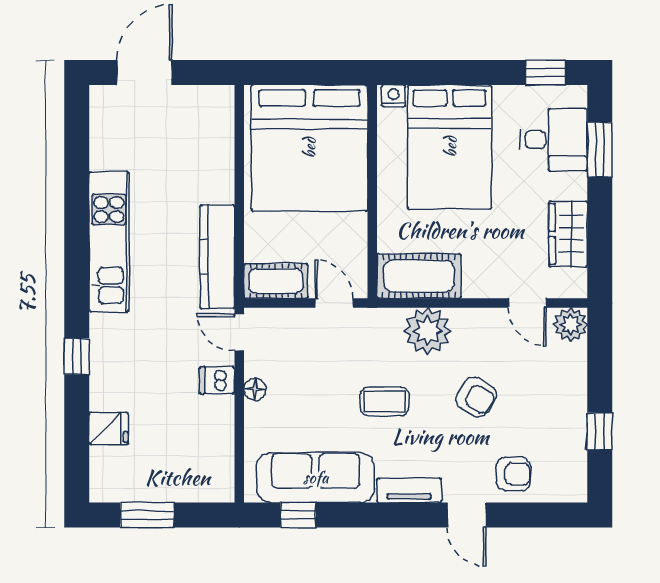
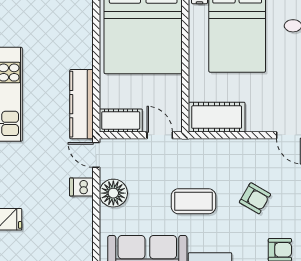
plant: (428, 331) -> (222, 154), removed
floor lamp: (255, 389) -> (113, 193), width x1.89, depth x1.89
coffee table: (384, 402) -> (193, 201), width x1.36, depth x1.30

